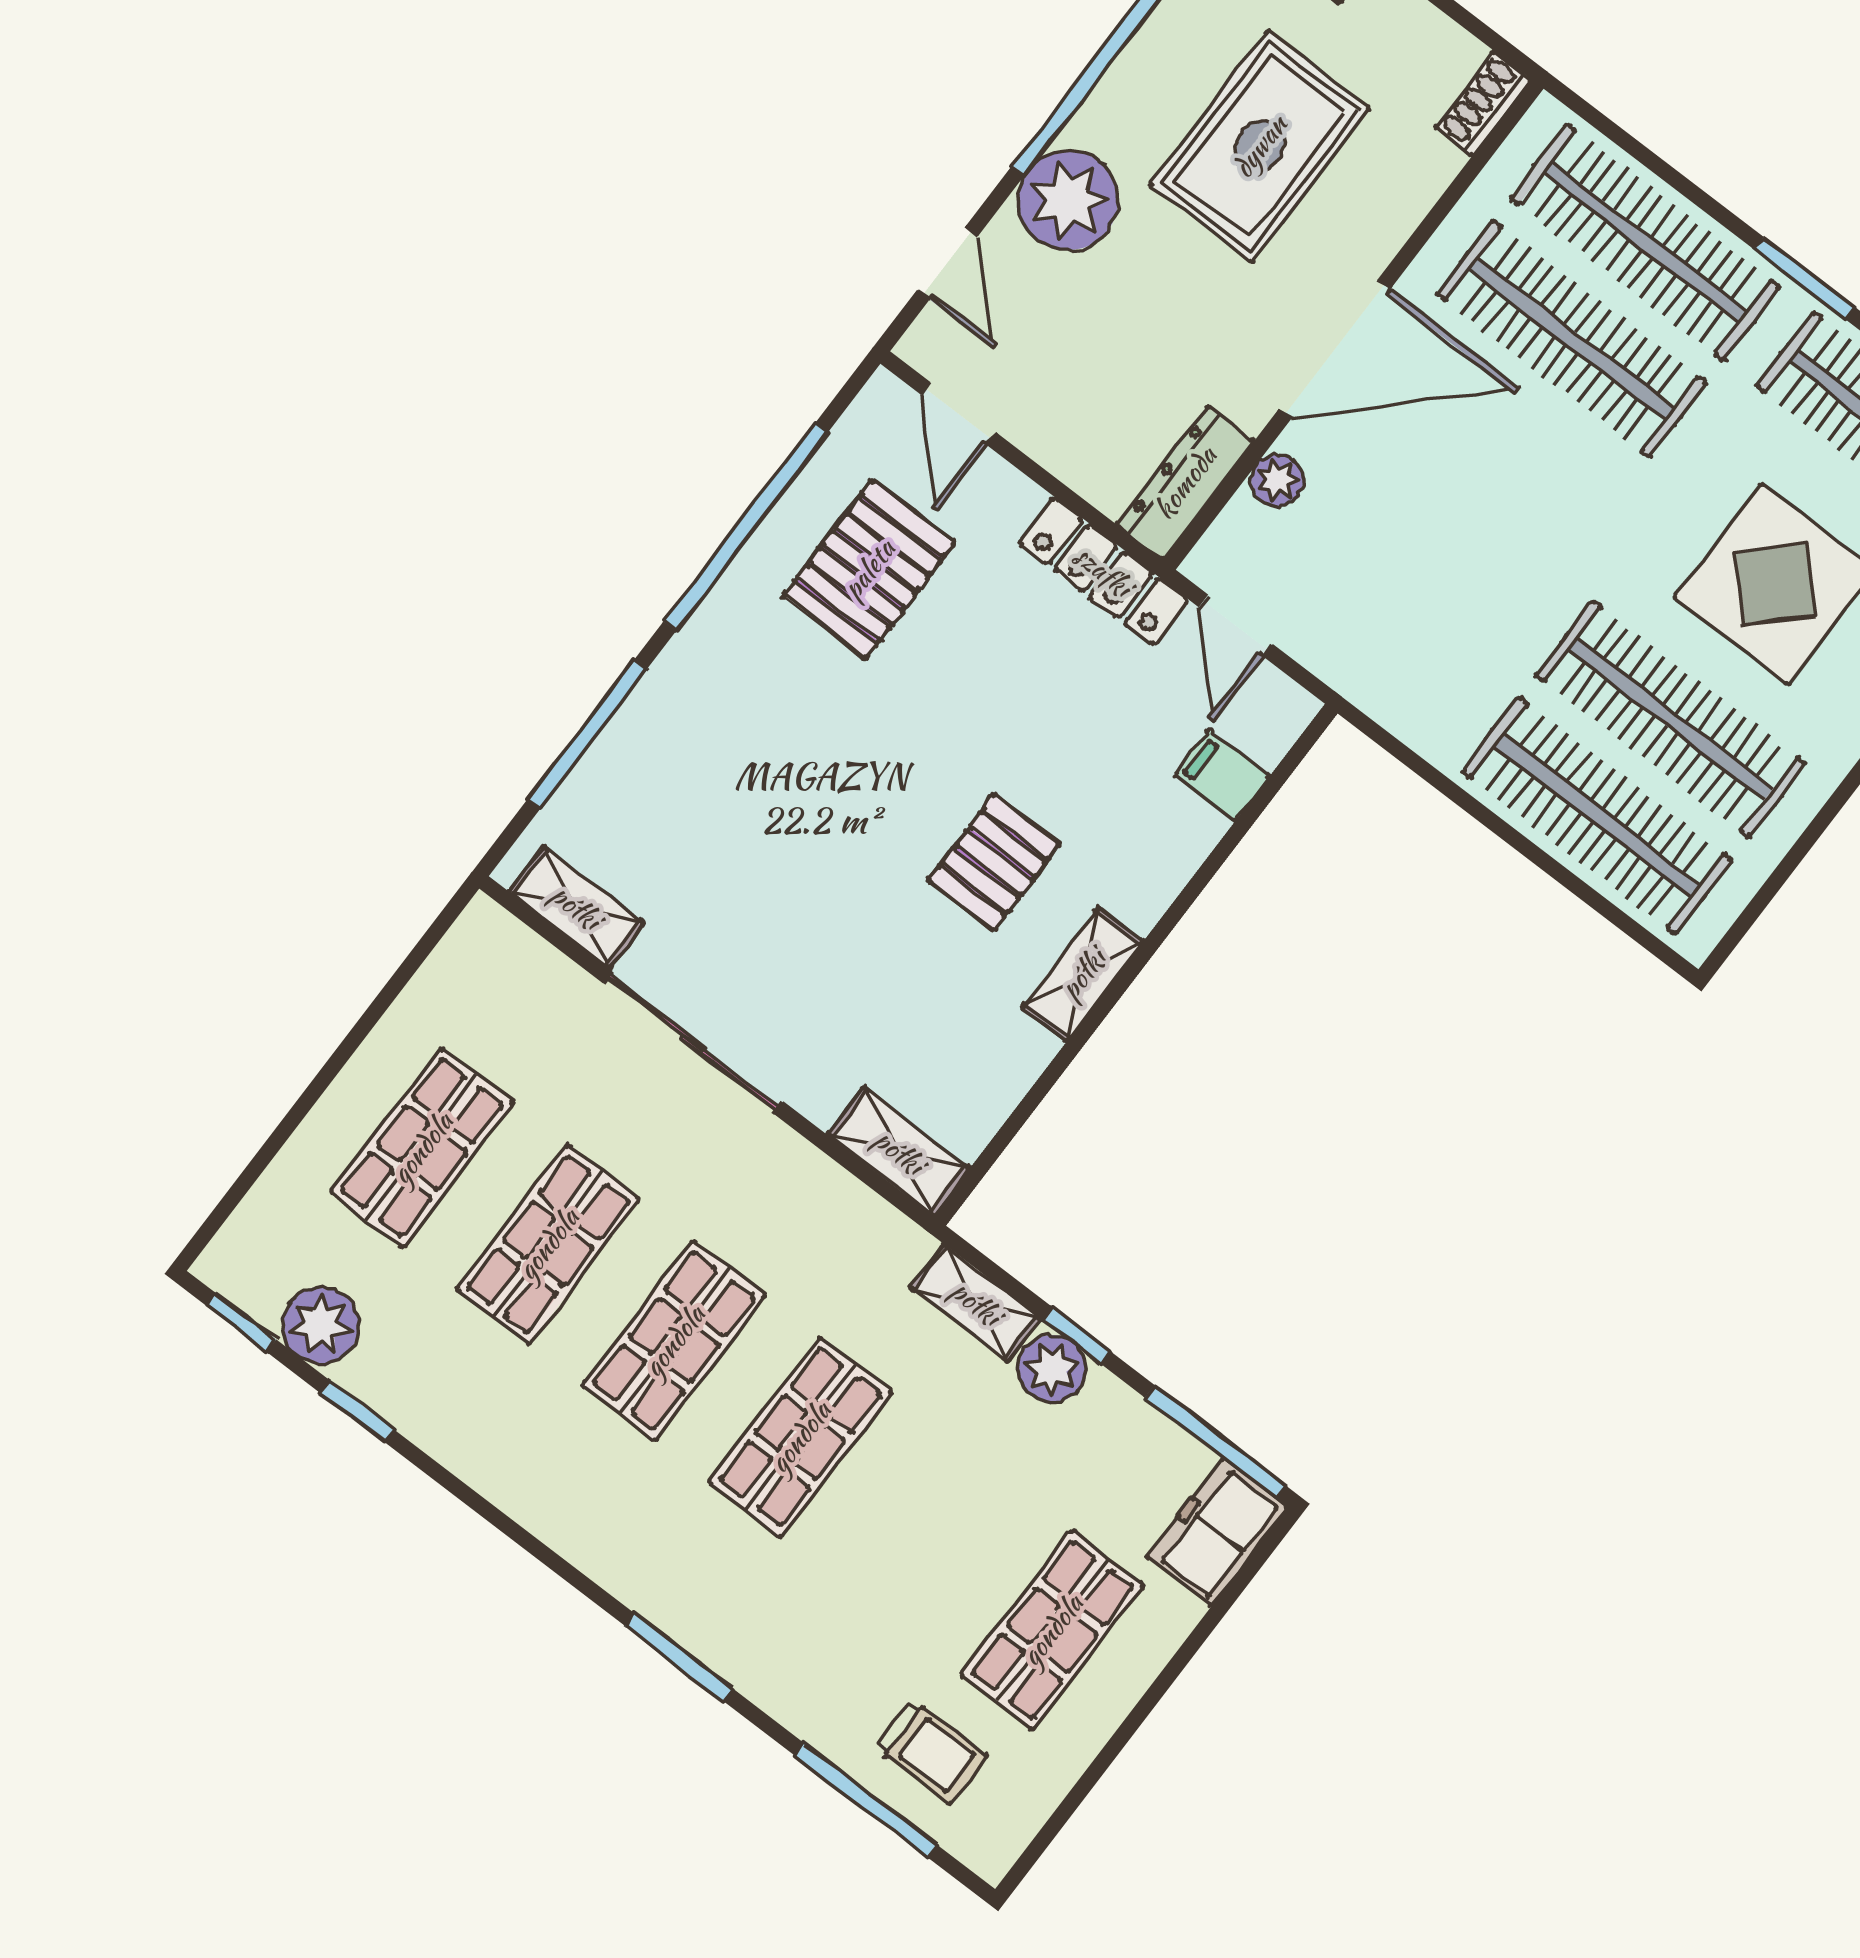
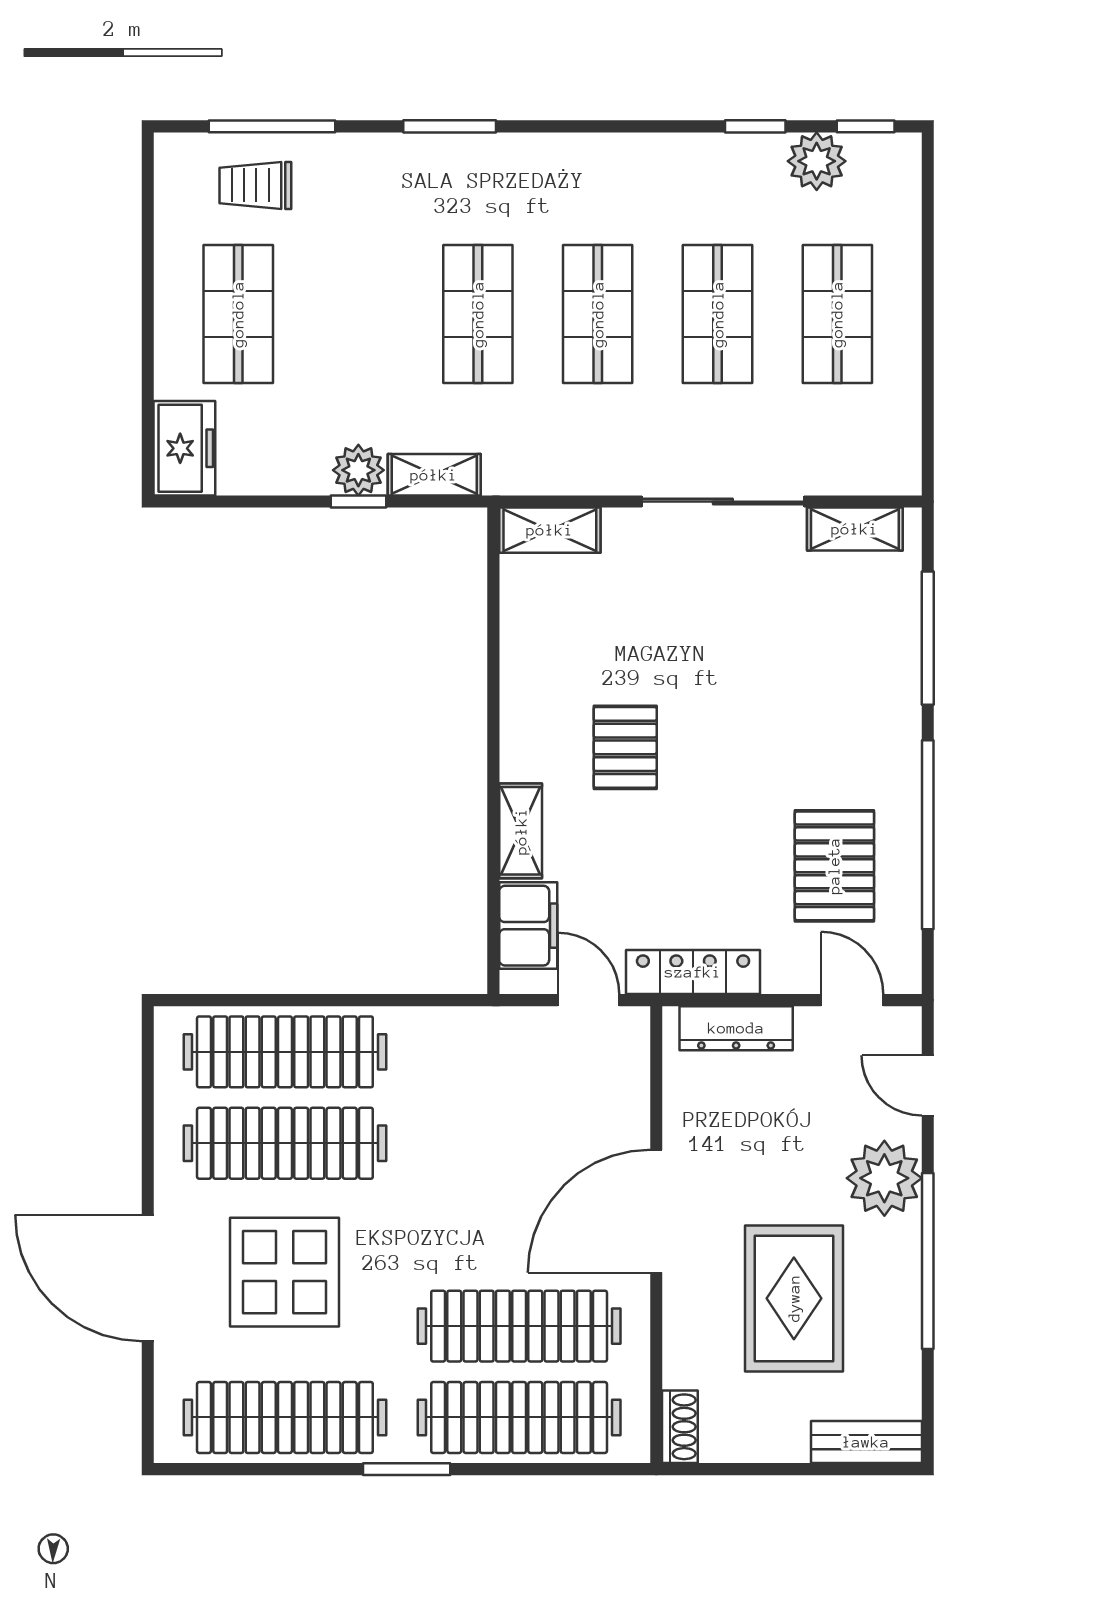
plant: (1277, 480) -> (631, 1106), removed
dresser: (1185, 483) -> (736, 1028), moved, turned 90
filing cabinet: (1222, 776) -> (528, 926), width x2.00
shelving: (1083, 974) -> (521, 831), moved
window: (1215, 1442) -> (227, 502), removed

